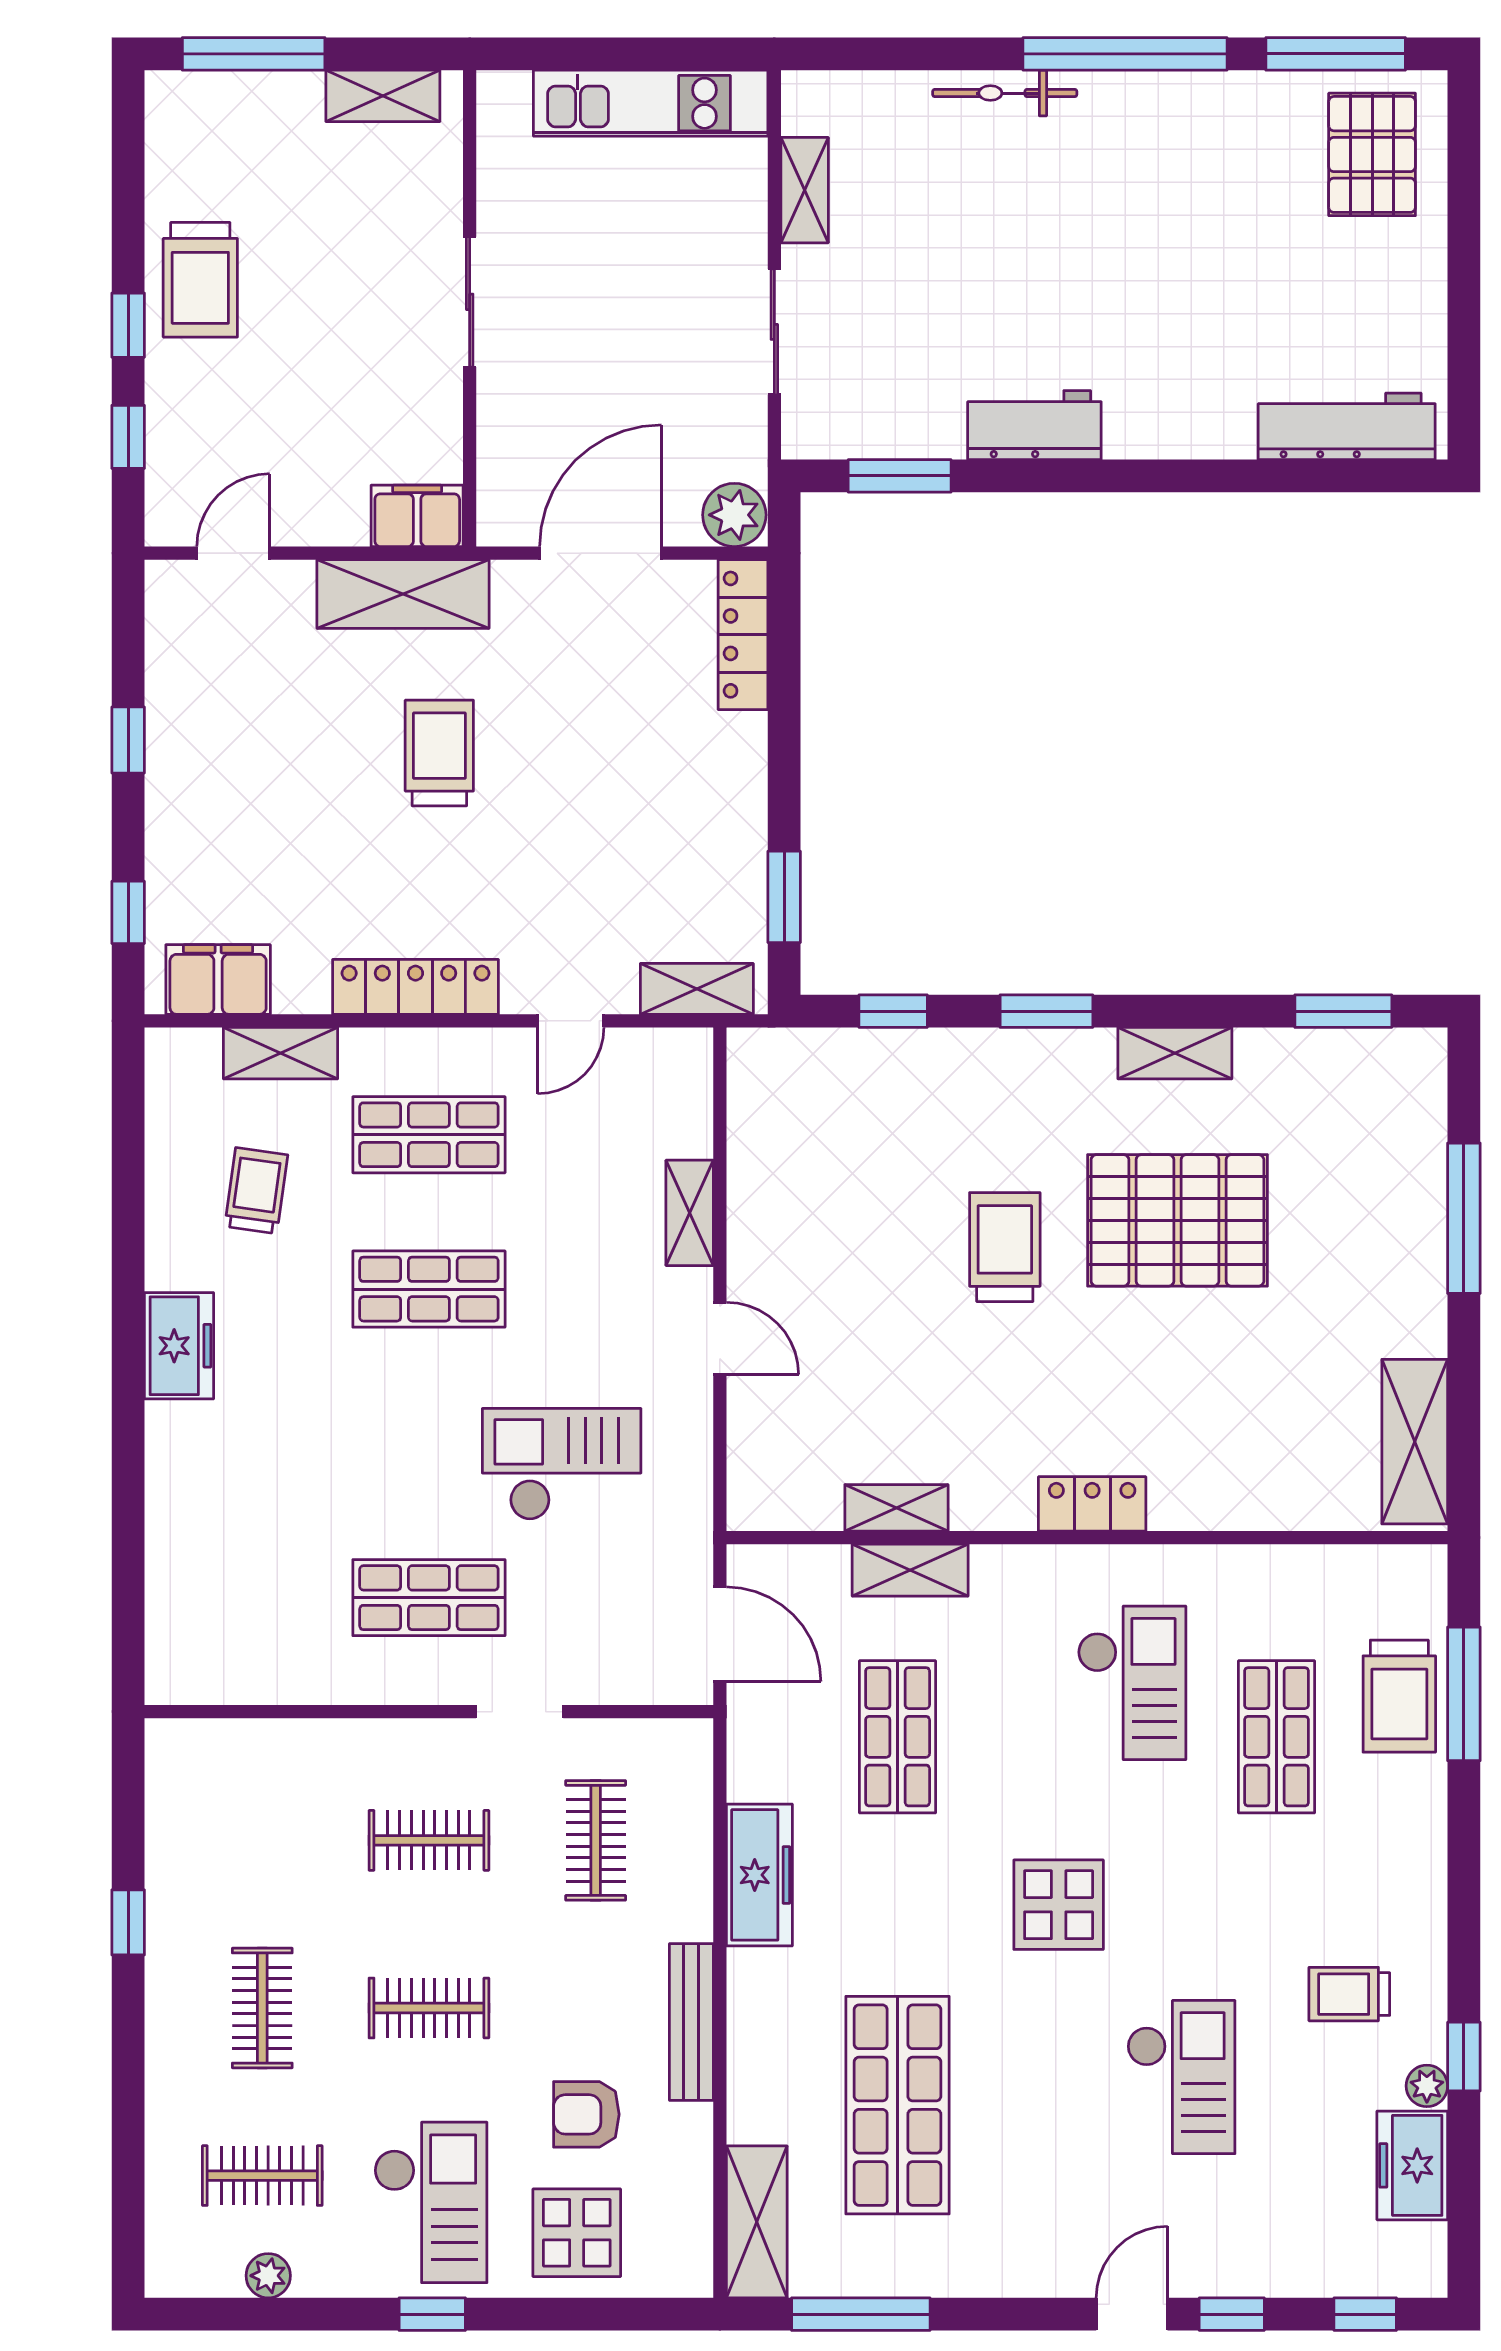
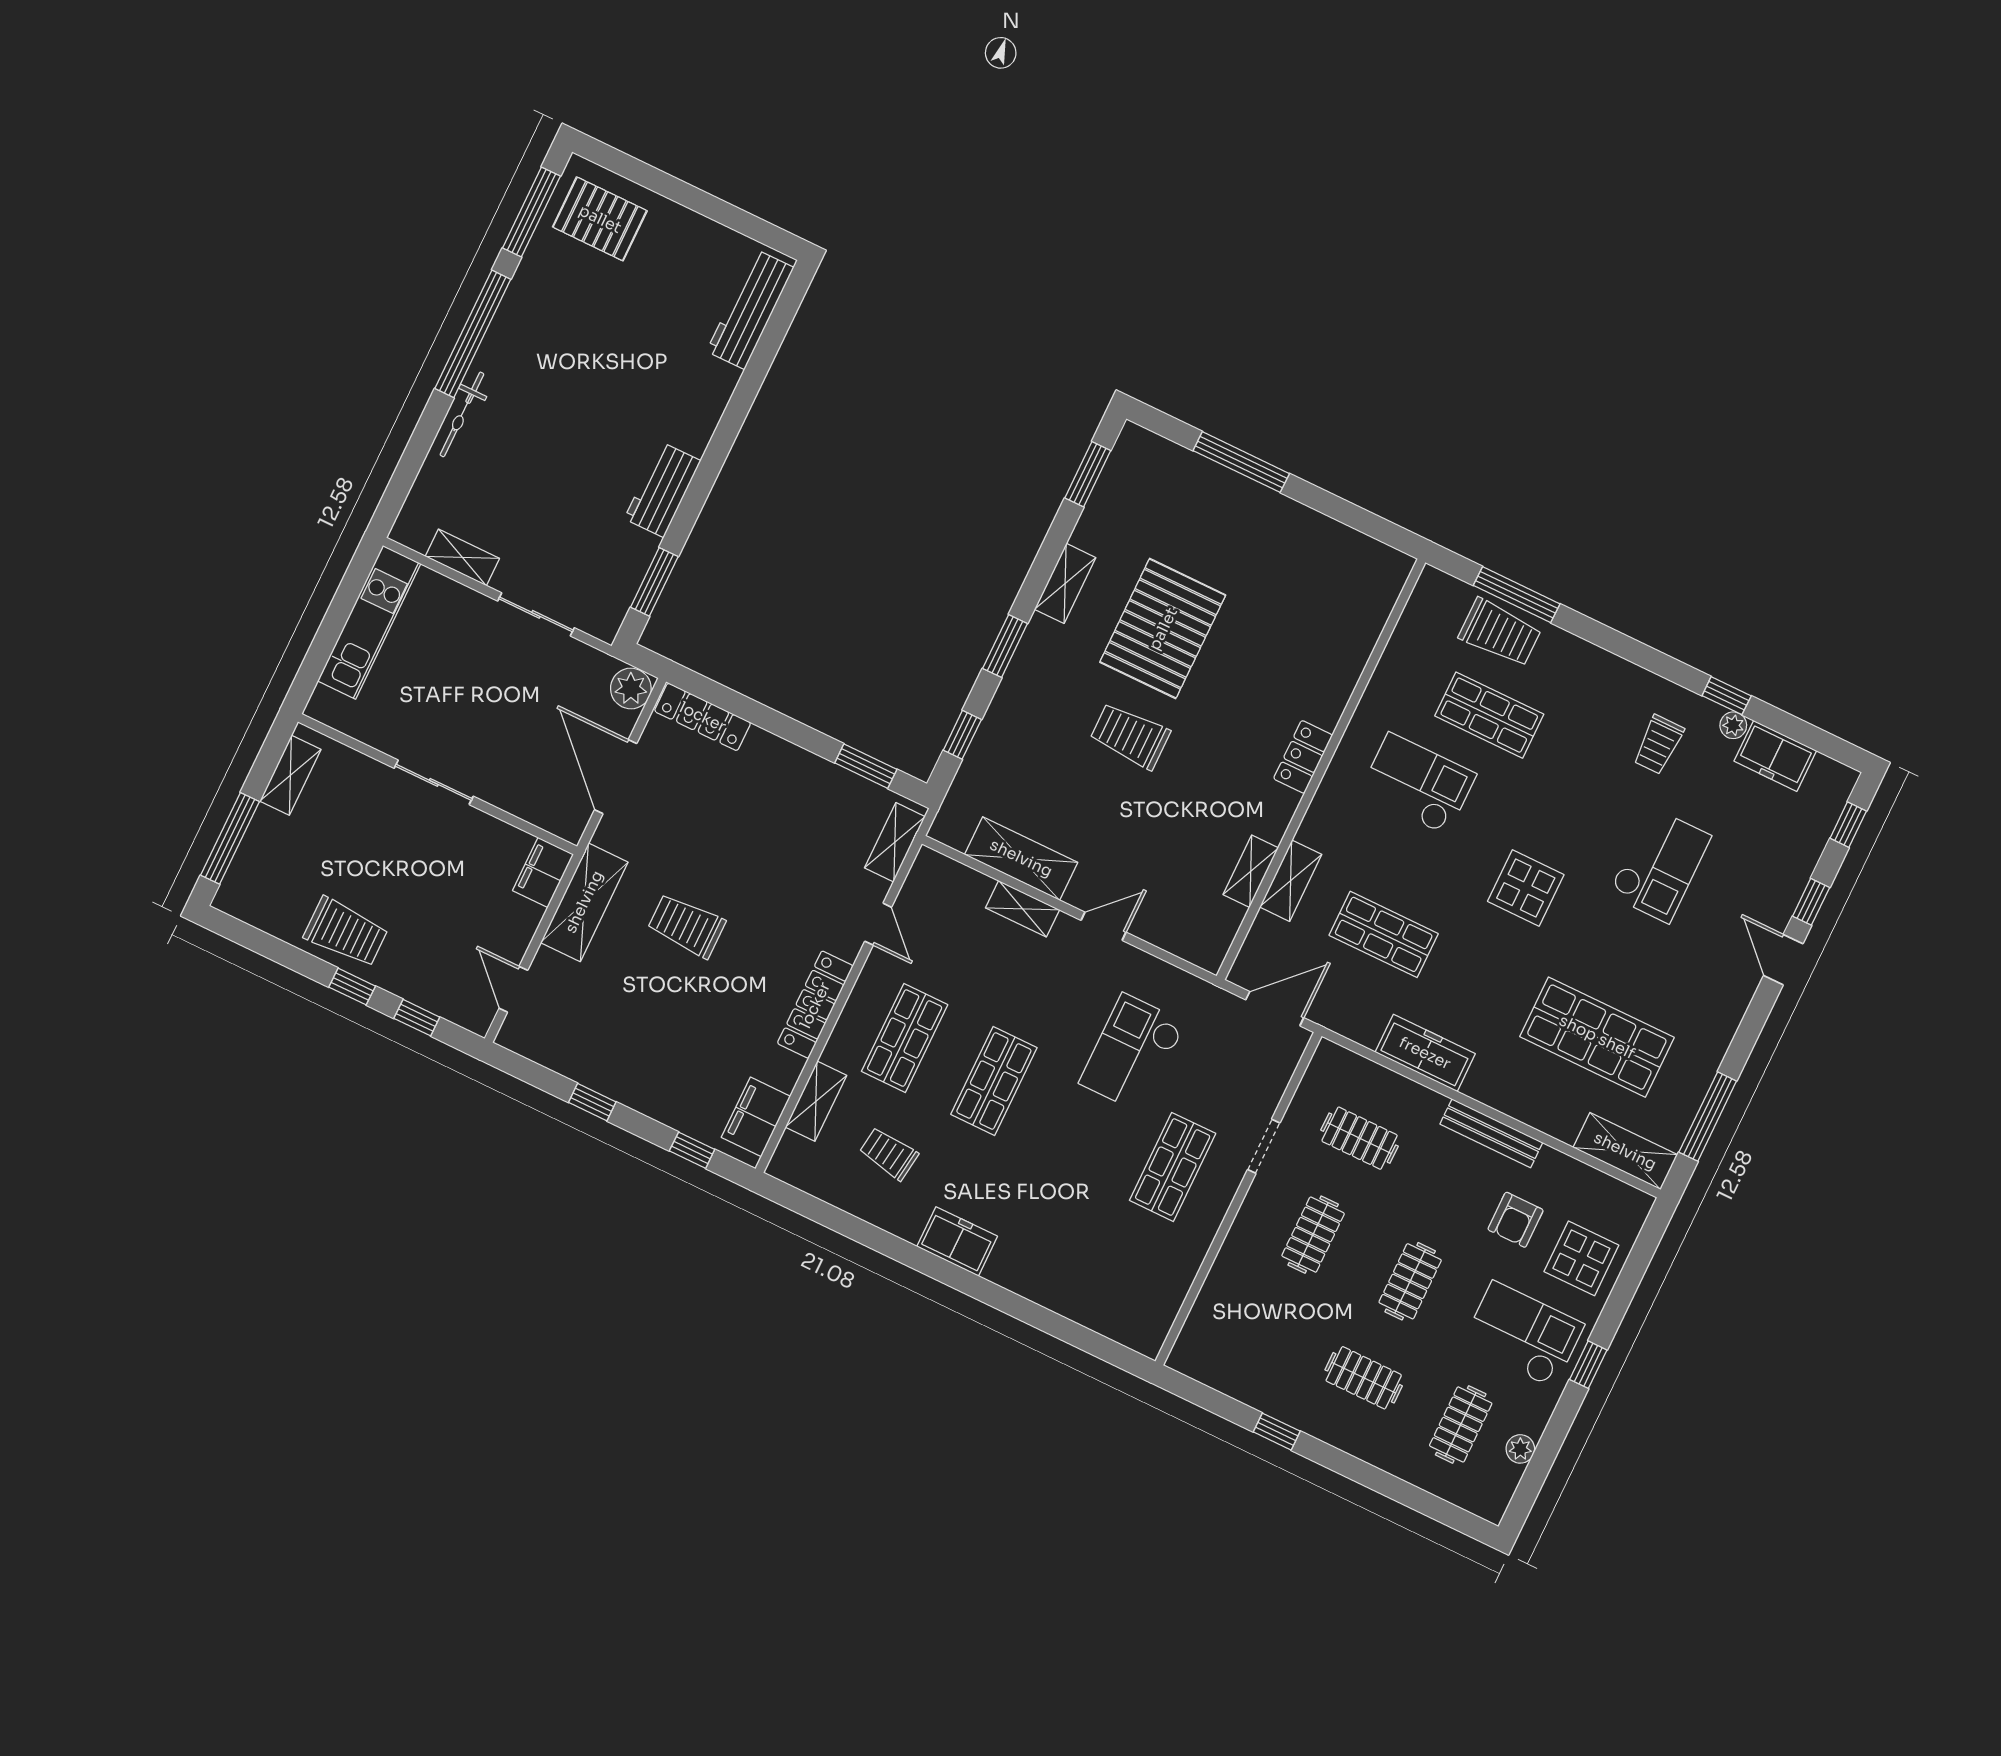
shelving: (1415, 1442) -> (1021, 858), moved
checkout: (1181, 2077) -> (1660, 865), turned 90

